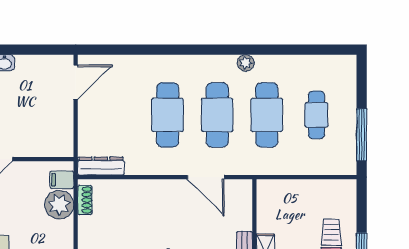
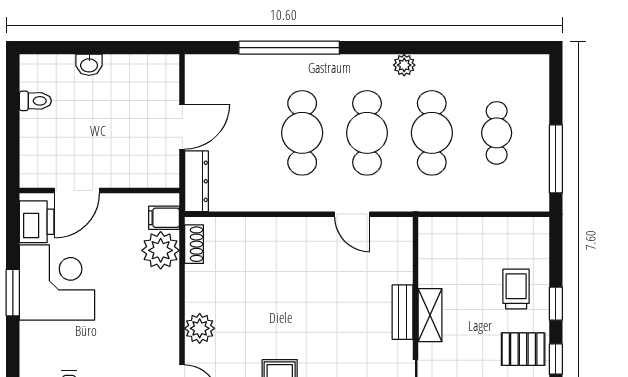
window: (158, 50) -> (289, 48), added
door: (76, 82) -> (182, 127), moved
dresser: (101, 166) -> (196, 181), moved, turned 90
door: (206, 177) -> (352, 214), width x0.73

